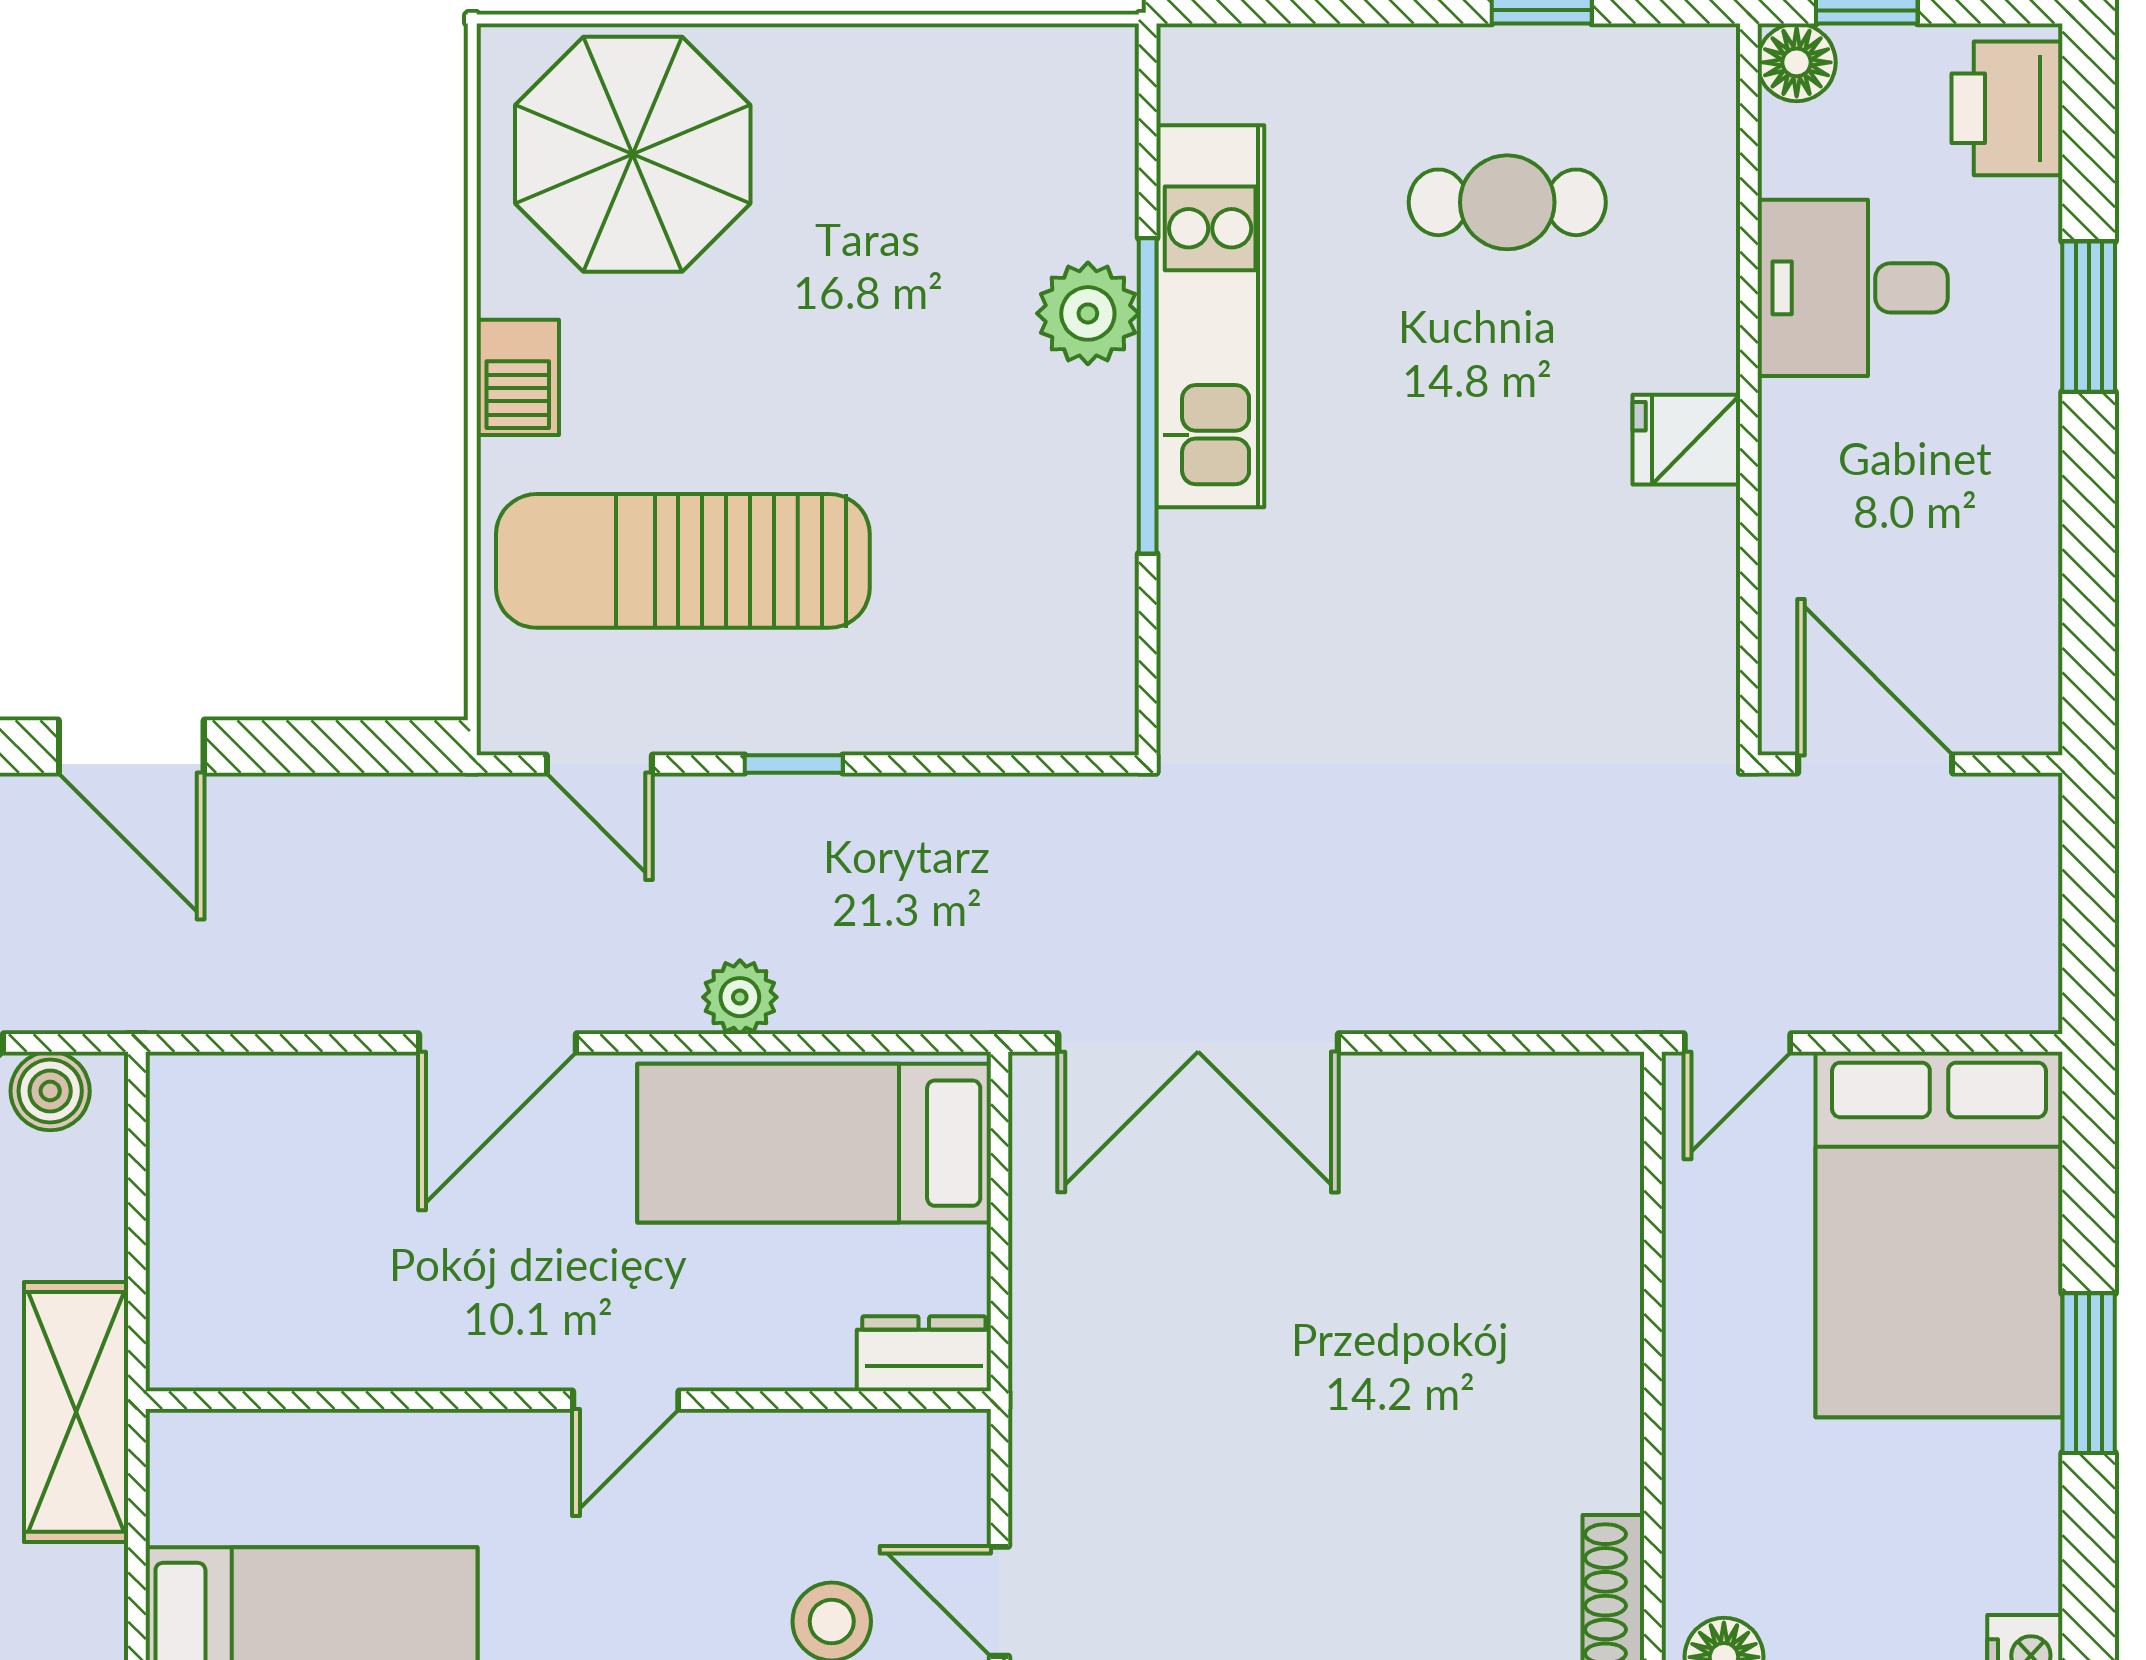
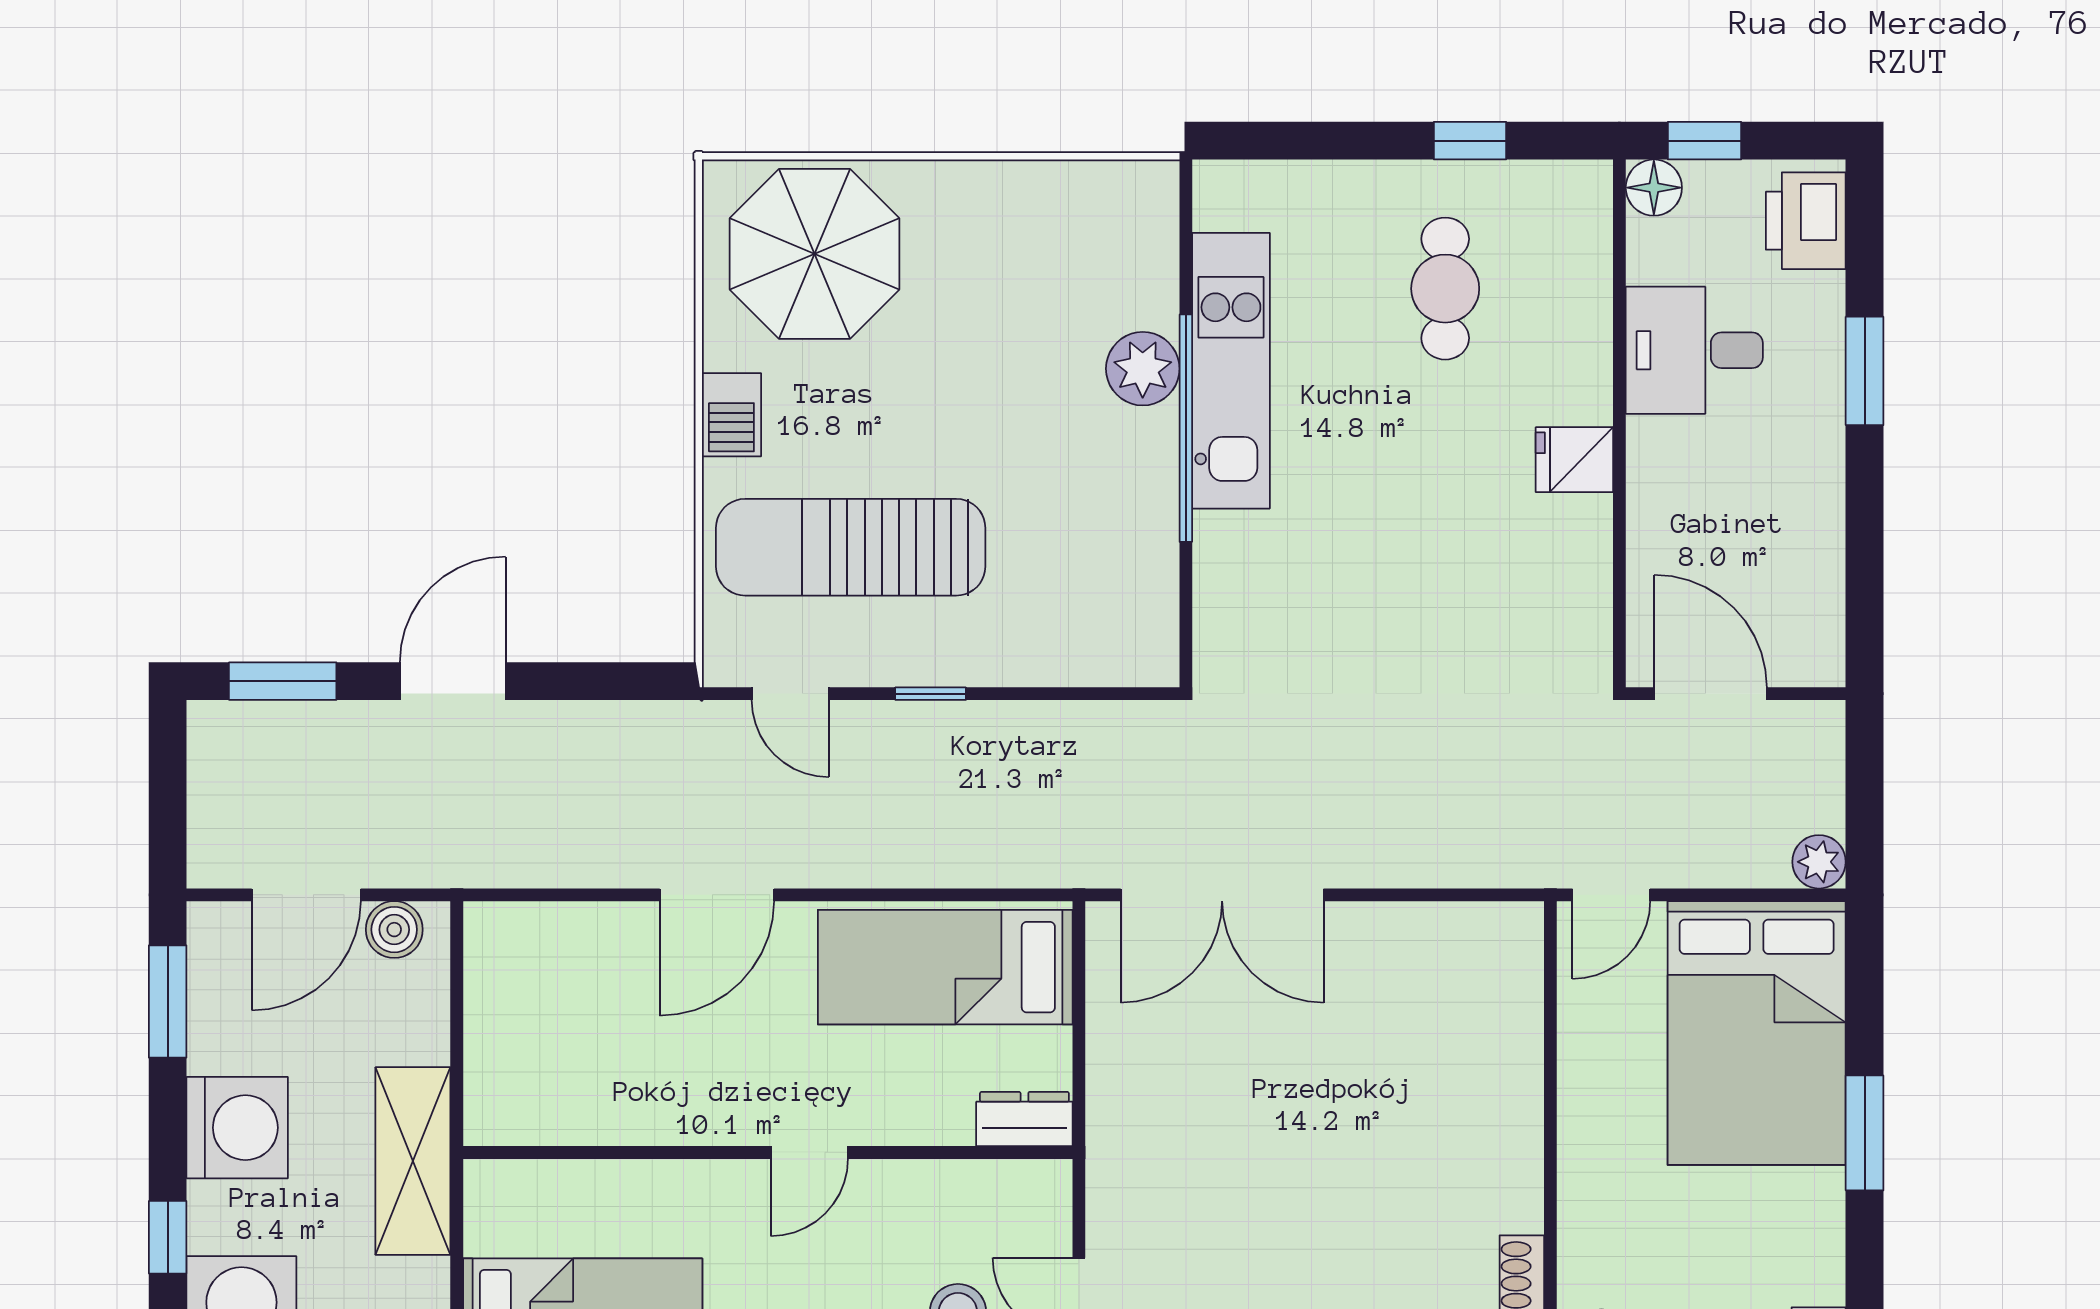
cafe table: (1507, 202) -> (1445, 289), turned 90
door: (131, 747) -> (453, 681), swing flipped
plant: (740, 997) -> (1819, 862), moved

